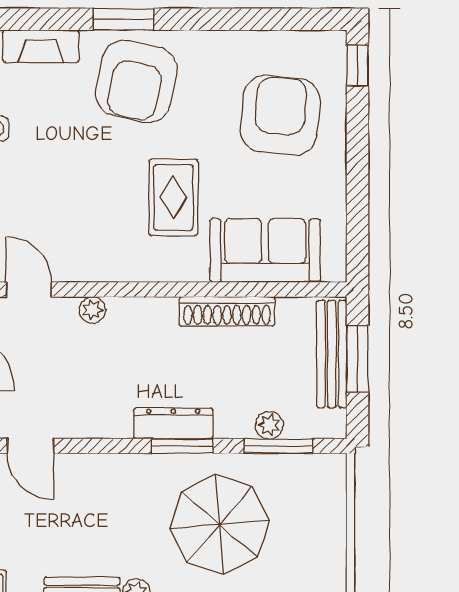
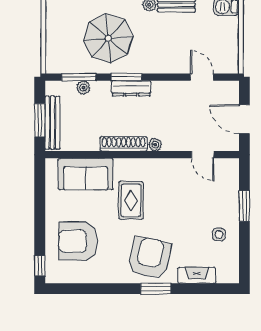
armchair: (280, 115) -> (78, 241), turned 85
plant: (92, 310) -> (155, 145), moved
shoe rack: (227, 311) -> (124, 144), moved

